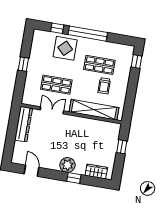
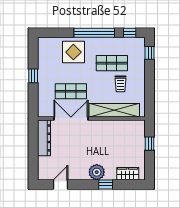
window: (57, 28) -> (130, 33), moved
double door: (52, 110) -> (71, 119), width x1.37
door: (31, 171) -> (61, 184), hinge flipped

